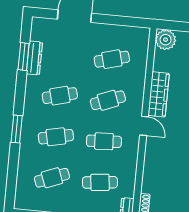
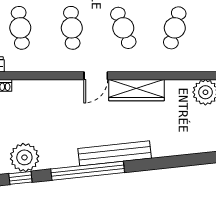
cafe table: (112, 59) -> (175, 28), turned 30

